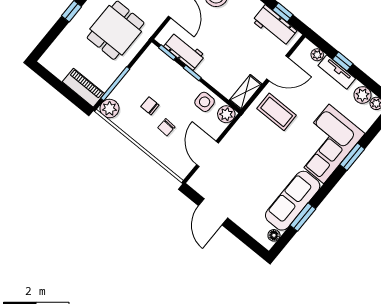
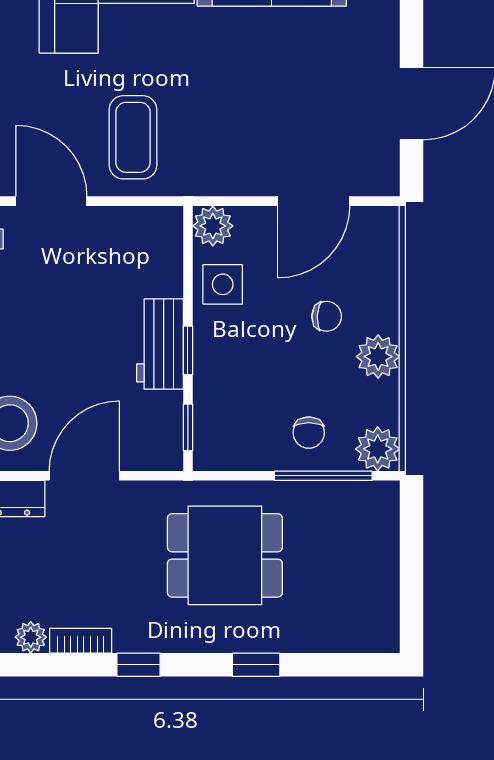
workbench: (184, 51) -> (160, 344), moved
piano: (83, 88) -> (379, 528), removed
shelving: (246, 92) -> (143, 224), removed
chair: (150, 106) -> (309, 433), moved
plant: (140, 133) -> (378, 357), added

